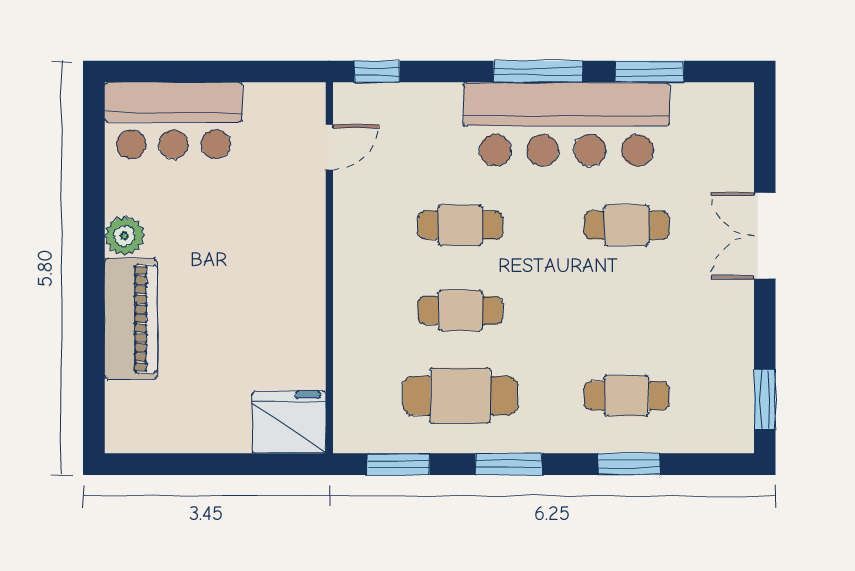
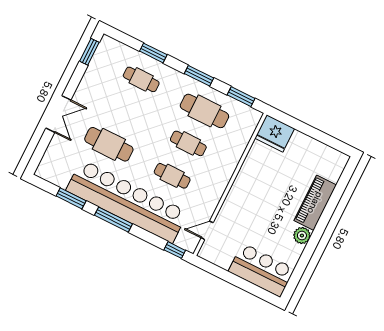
bar counter: (566, 124) -> (127, 201), width x1.36
cafe table: (627, 225) -> (109, 144), width x1.37, depth x1.35

